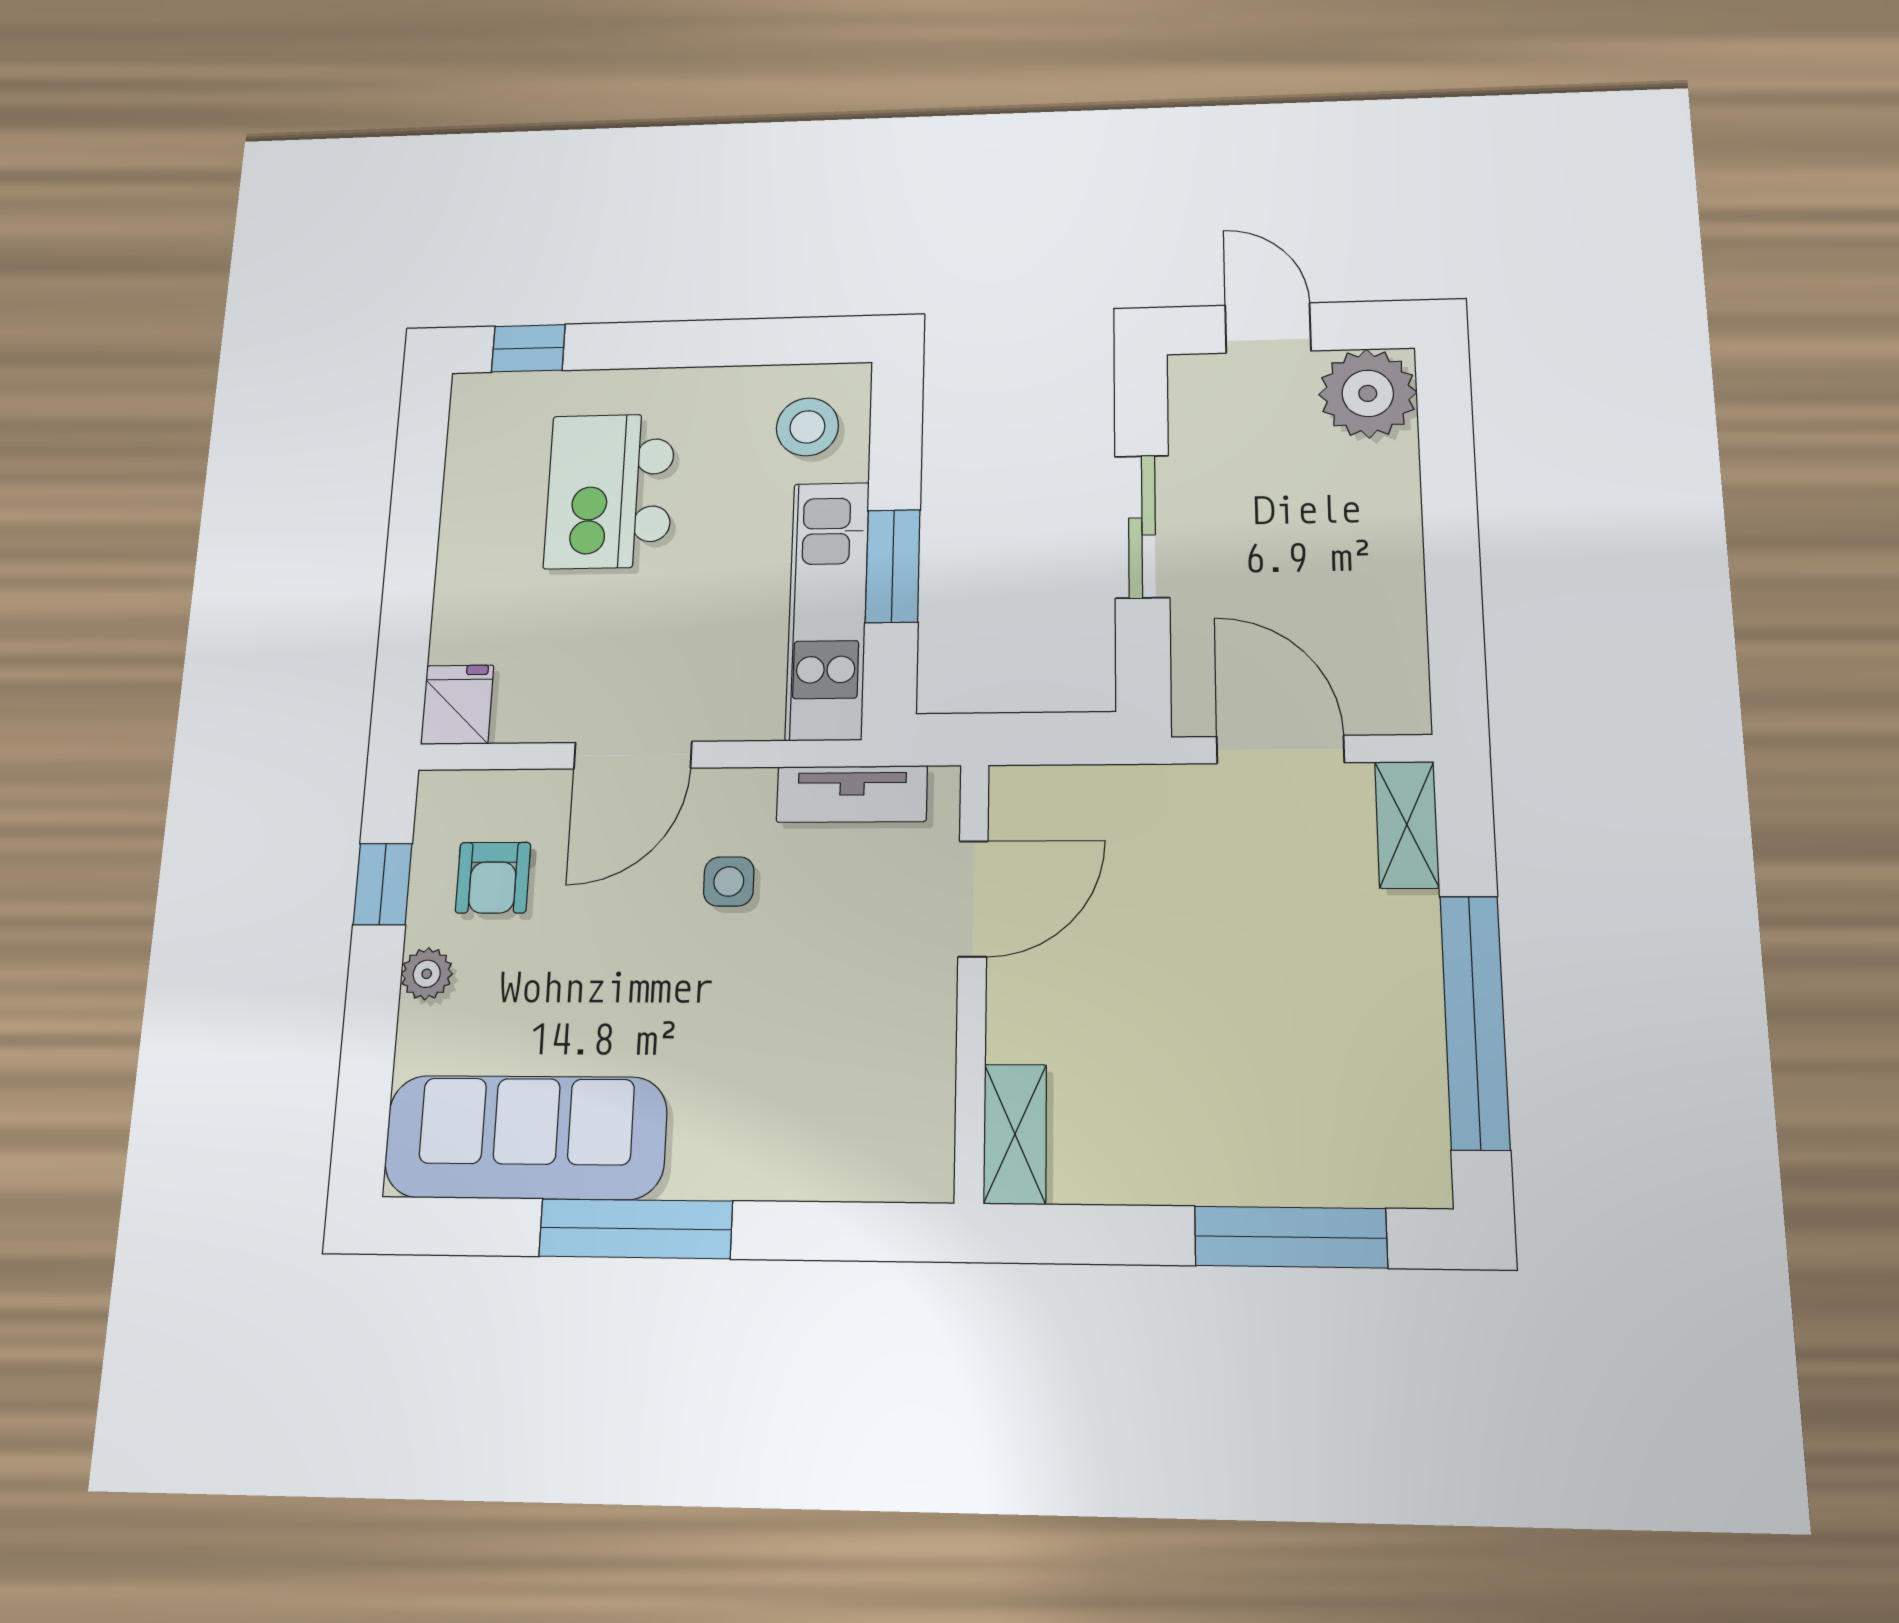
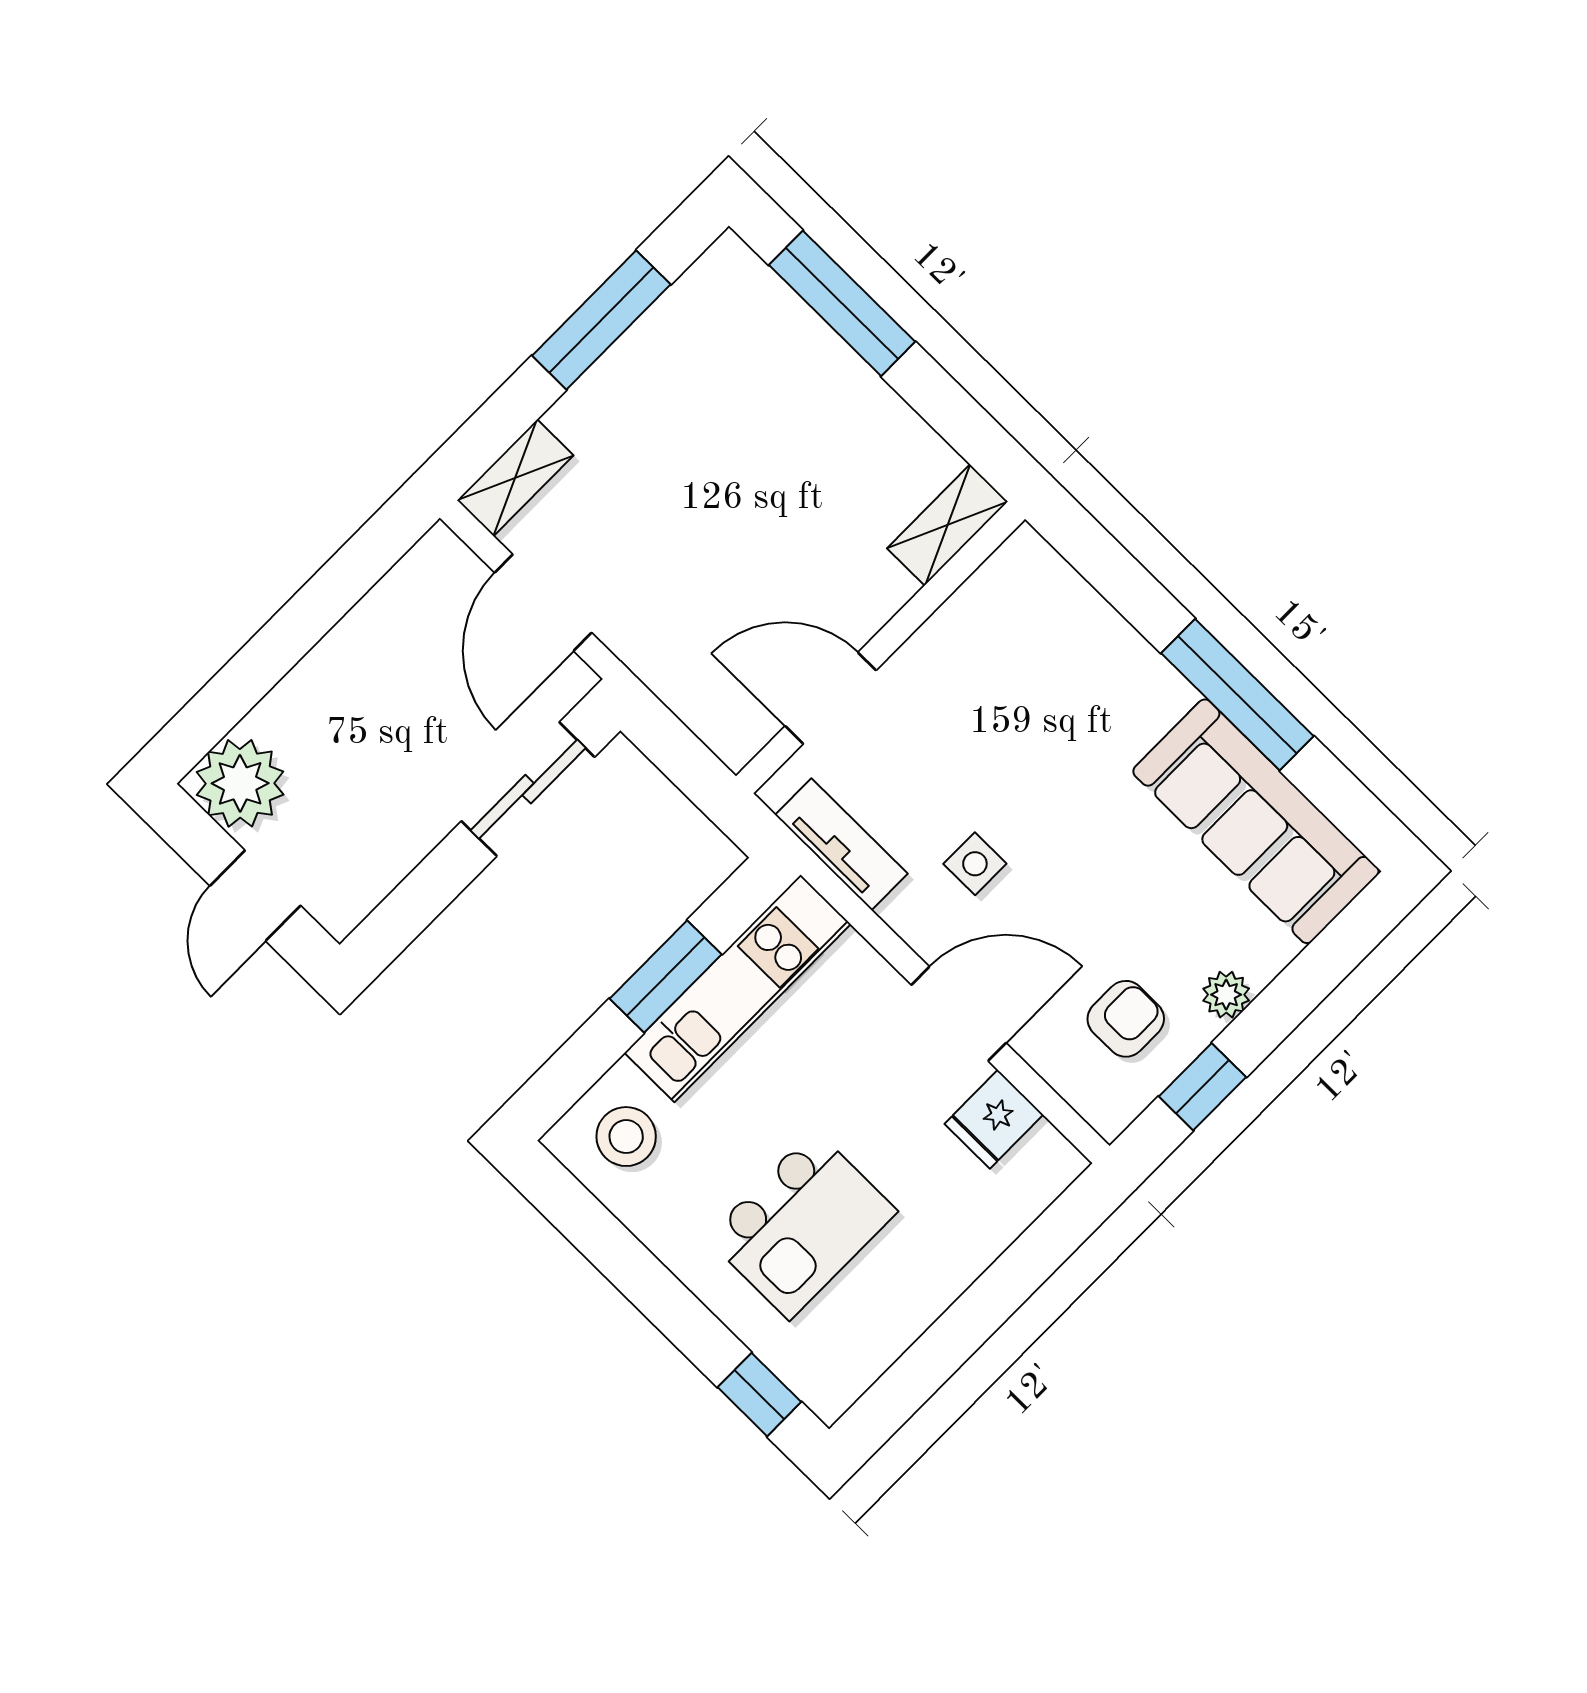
sliding door: (1142, 526) -> (528, 789), moved
fridge: (457, 705) -> (994, 1119), moved
window: (1475, 1022) -> (601, 320), width x0.68

